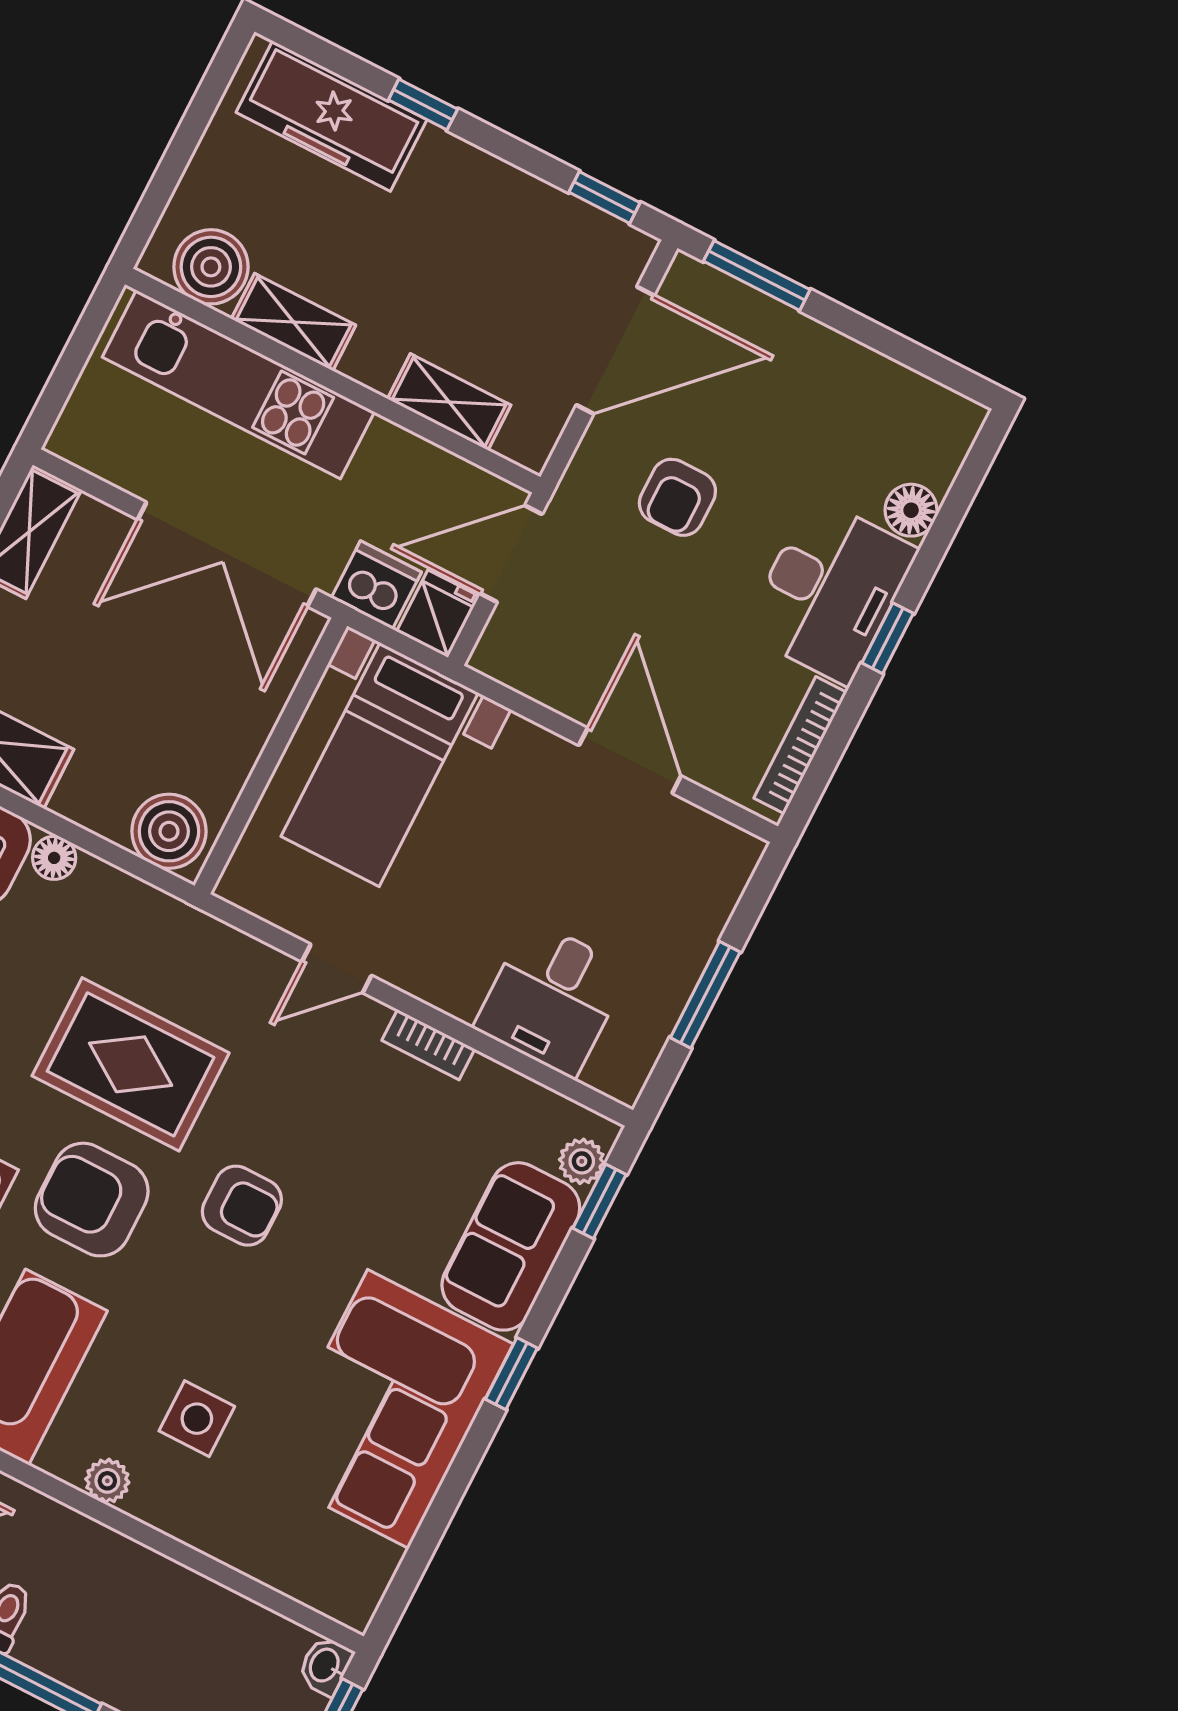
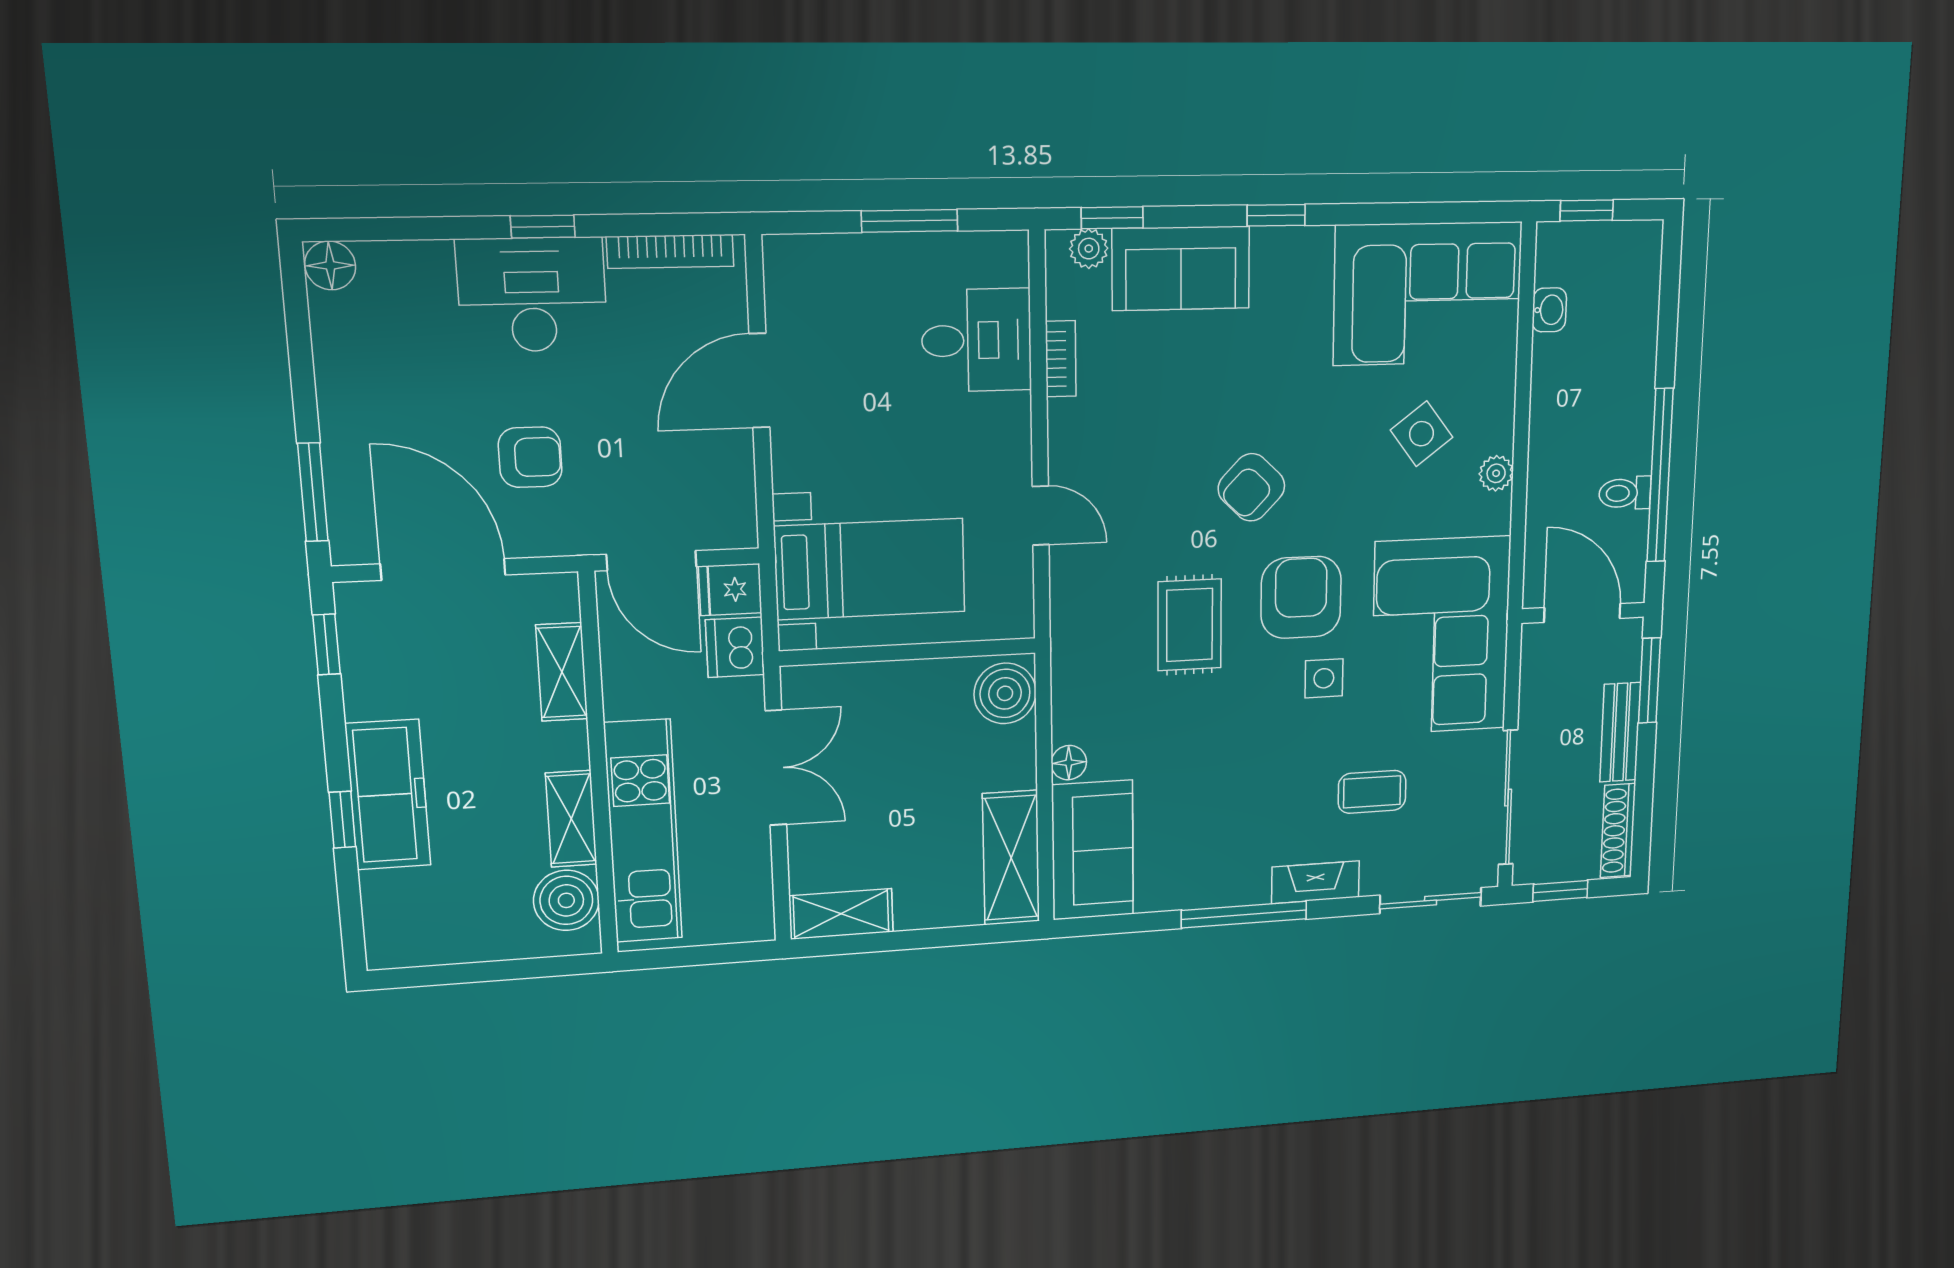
freezer: (332, 116) -> (388, 795), moved
floor lamp: (911, 510) -> (330, 265), moved
double door: (227, 554) -> (776, 768), width x0.73
bookcase: (428, 1045) -> (1061, 359), moved
rug: (131, 1064) -> (1190, 625), width x0.73, depth x0.70
armchair: (92, 1200) -> (1301, 597), turned 180
armchair: (242, 1206) -> (1251, 487), turned -136
corner sofa: (388, 1409) -> (1428, 294), moved
side table: (197, 1419) -> (1422, 434), turned -37
washbasin: (325, 1666) -> (1549, 310), moved, turned -90

